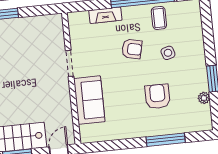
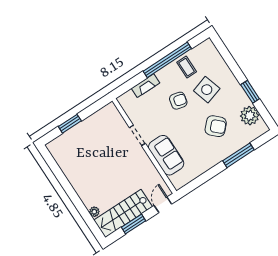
side table: (168, 53) -> (207, 90), width x1.87, depth x1.87
armchair: (158, 96) -> (216, 126), turned 134
plant: (204, 98) -> (250, 116), width x1.88, depth x1.88

